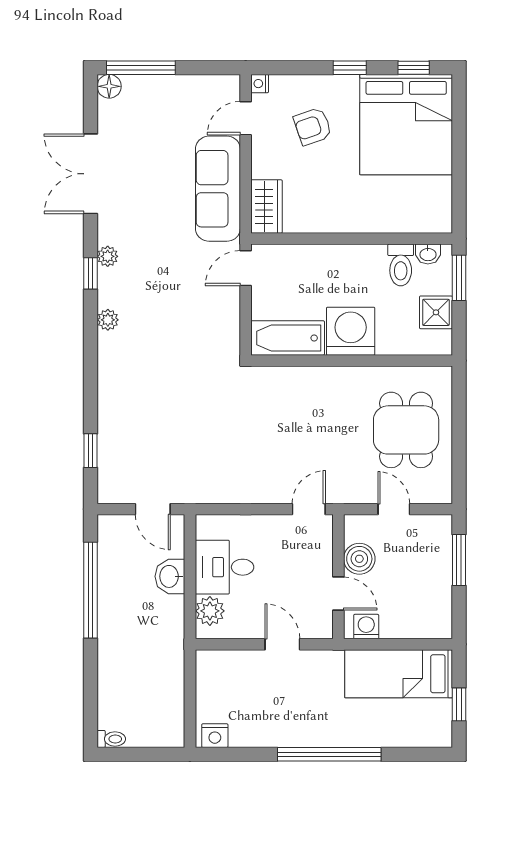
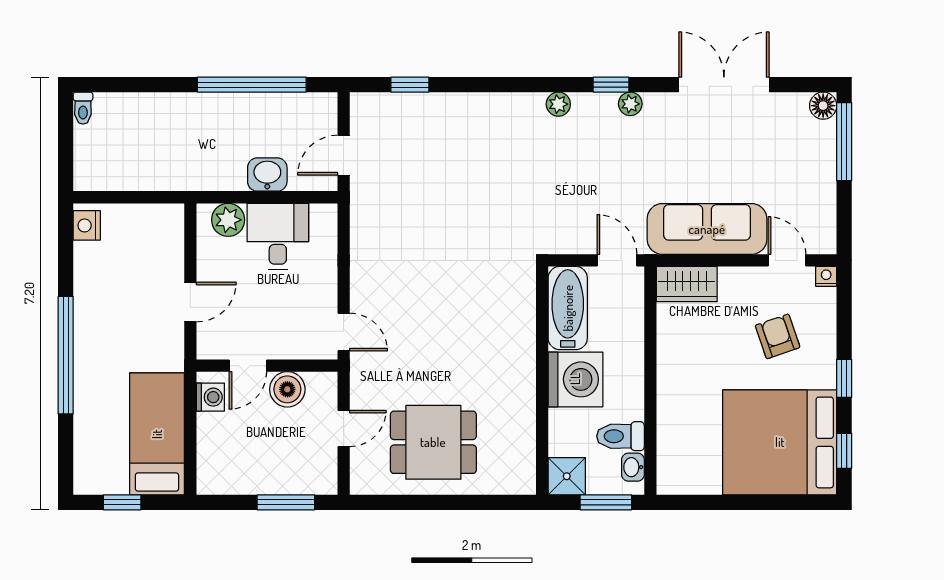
washing machine: (351, 331) -> (575, 379), moved
bathtub: (288, 338) -> (568, 308), moved
wall: (352, 361) -> (542, 381), moved

